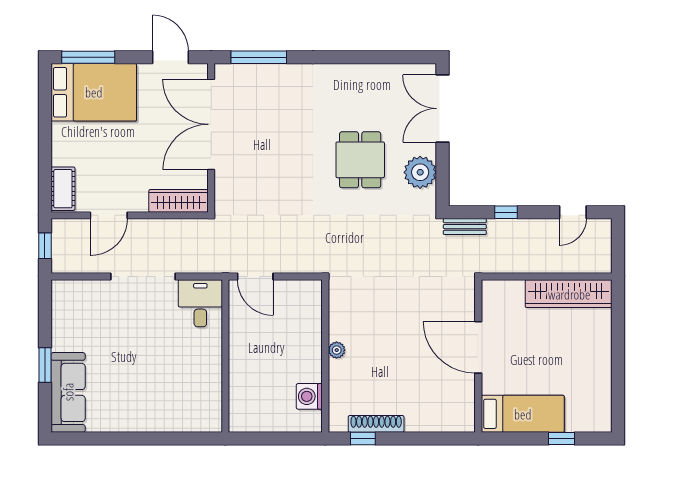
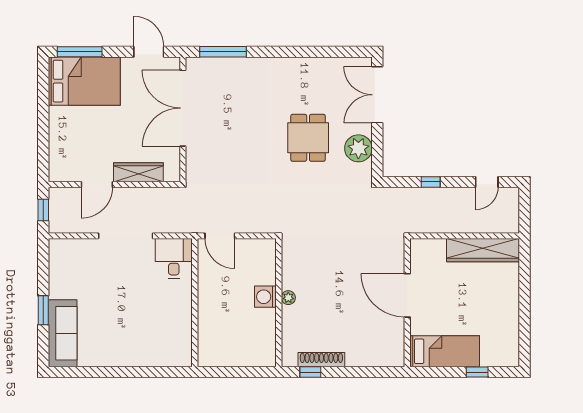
cot: (63, 189) -> (58, 162), removed
wardrobe: (179, 201) -> (138, 172), moved
bench: (465, 227) -> (396, 194), removed
washing machine: (309, 396) -> (265, 297), moved

